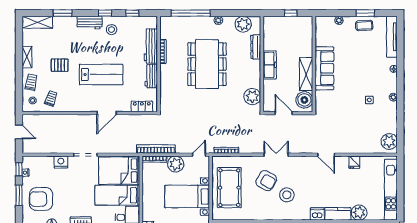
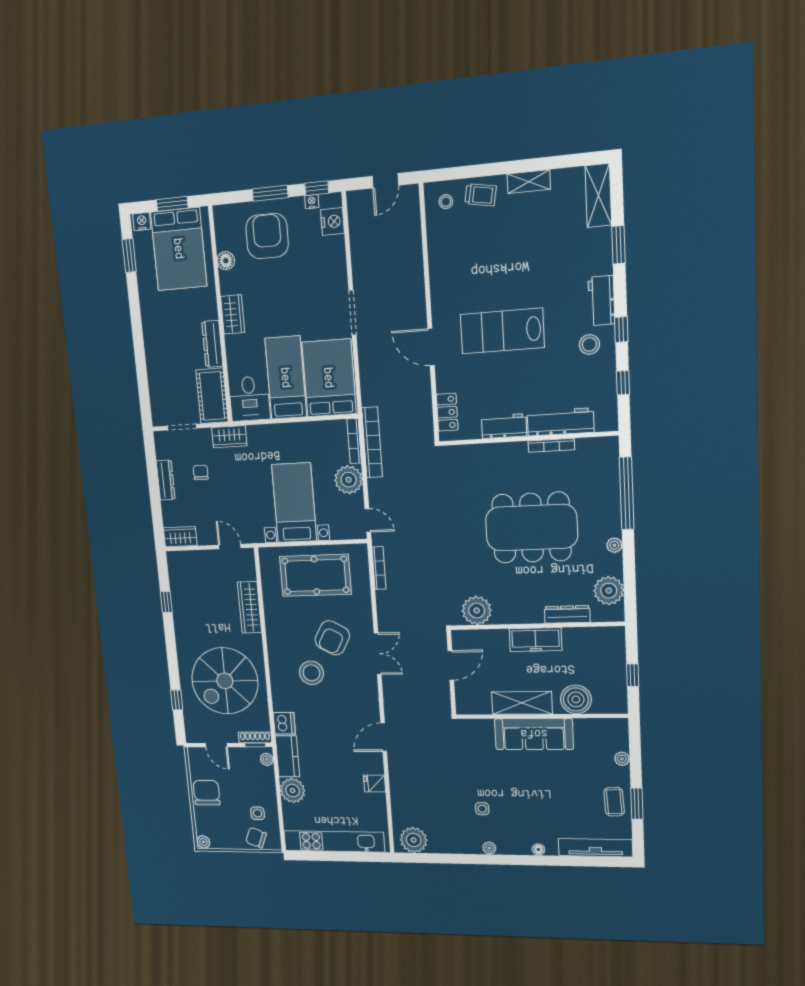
pallet: (60, 65) -> (516, 248), removed
lab bench: (101, 75) -> (502, 331), turned 90
trolley: (51, 98) -> (452, 237), removed
boiler: (304, 100) -> (576, 699), moved
nightstand: (61, 162) -> (332, 221), moved

